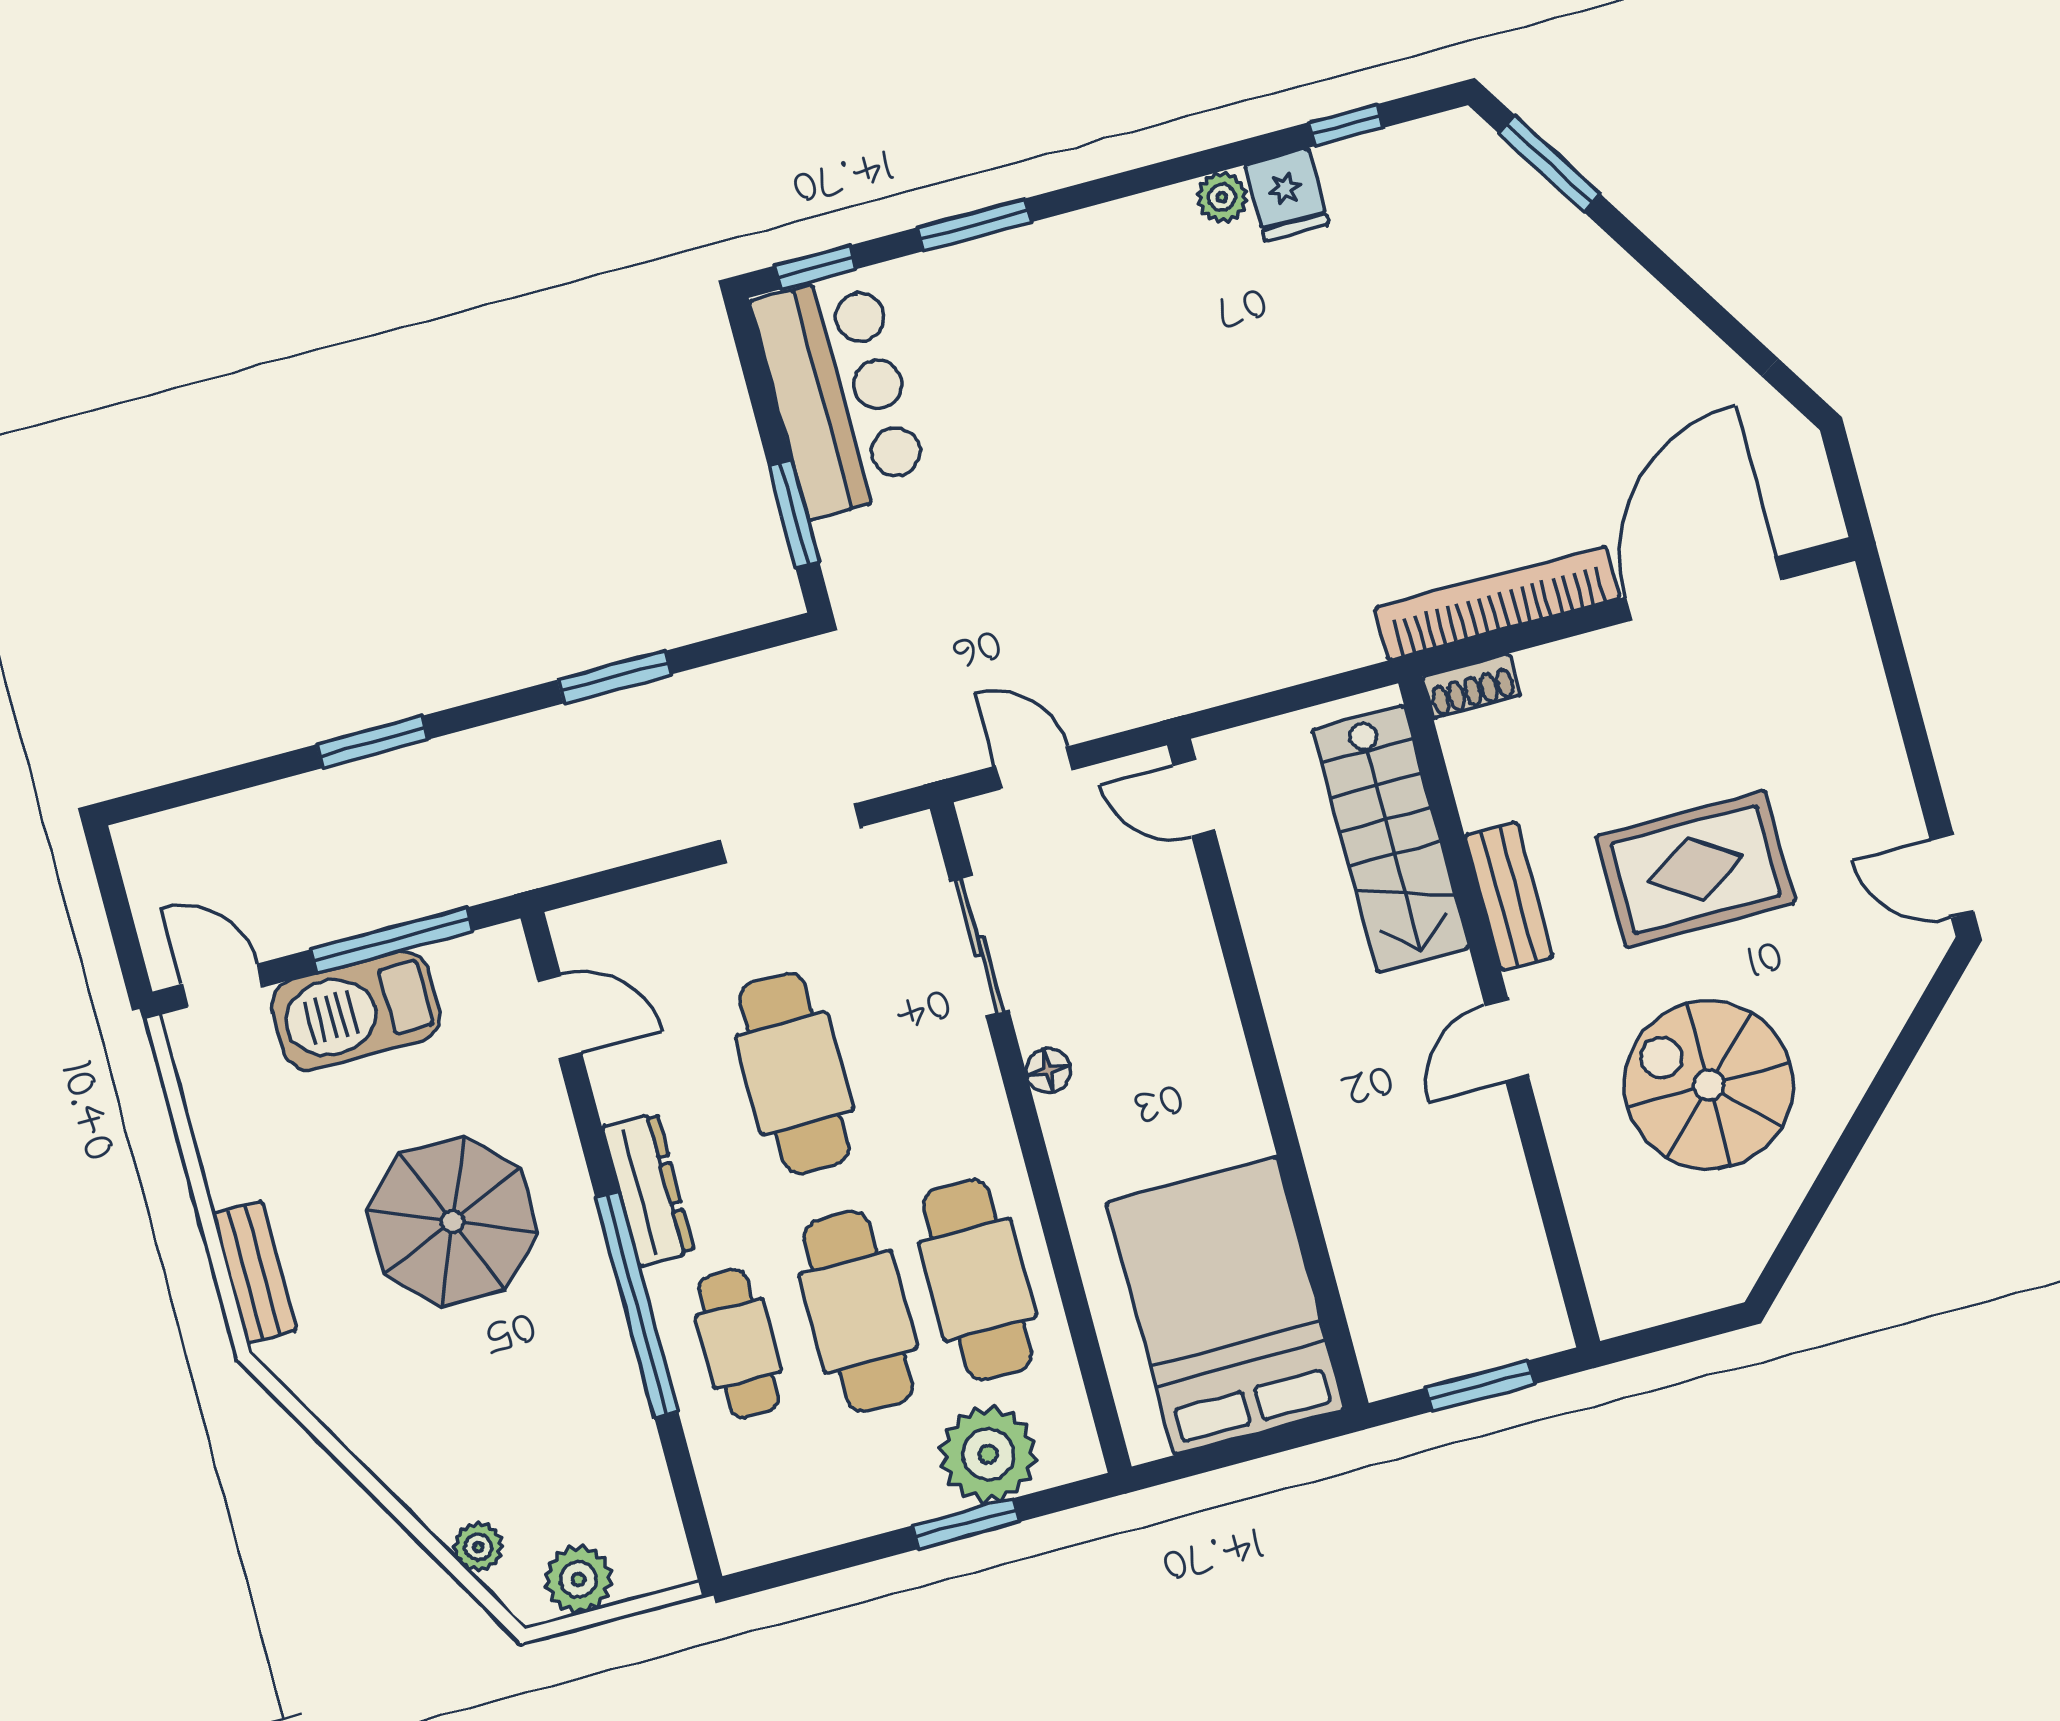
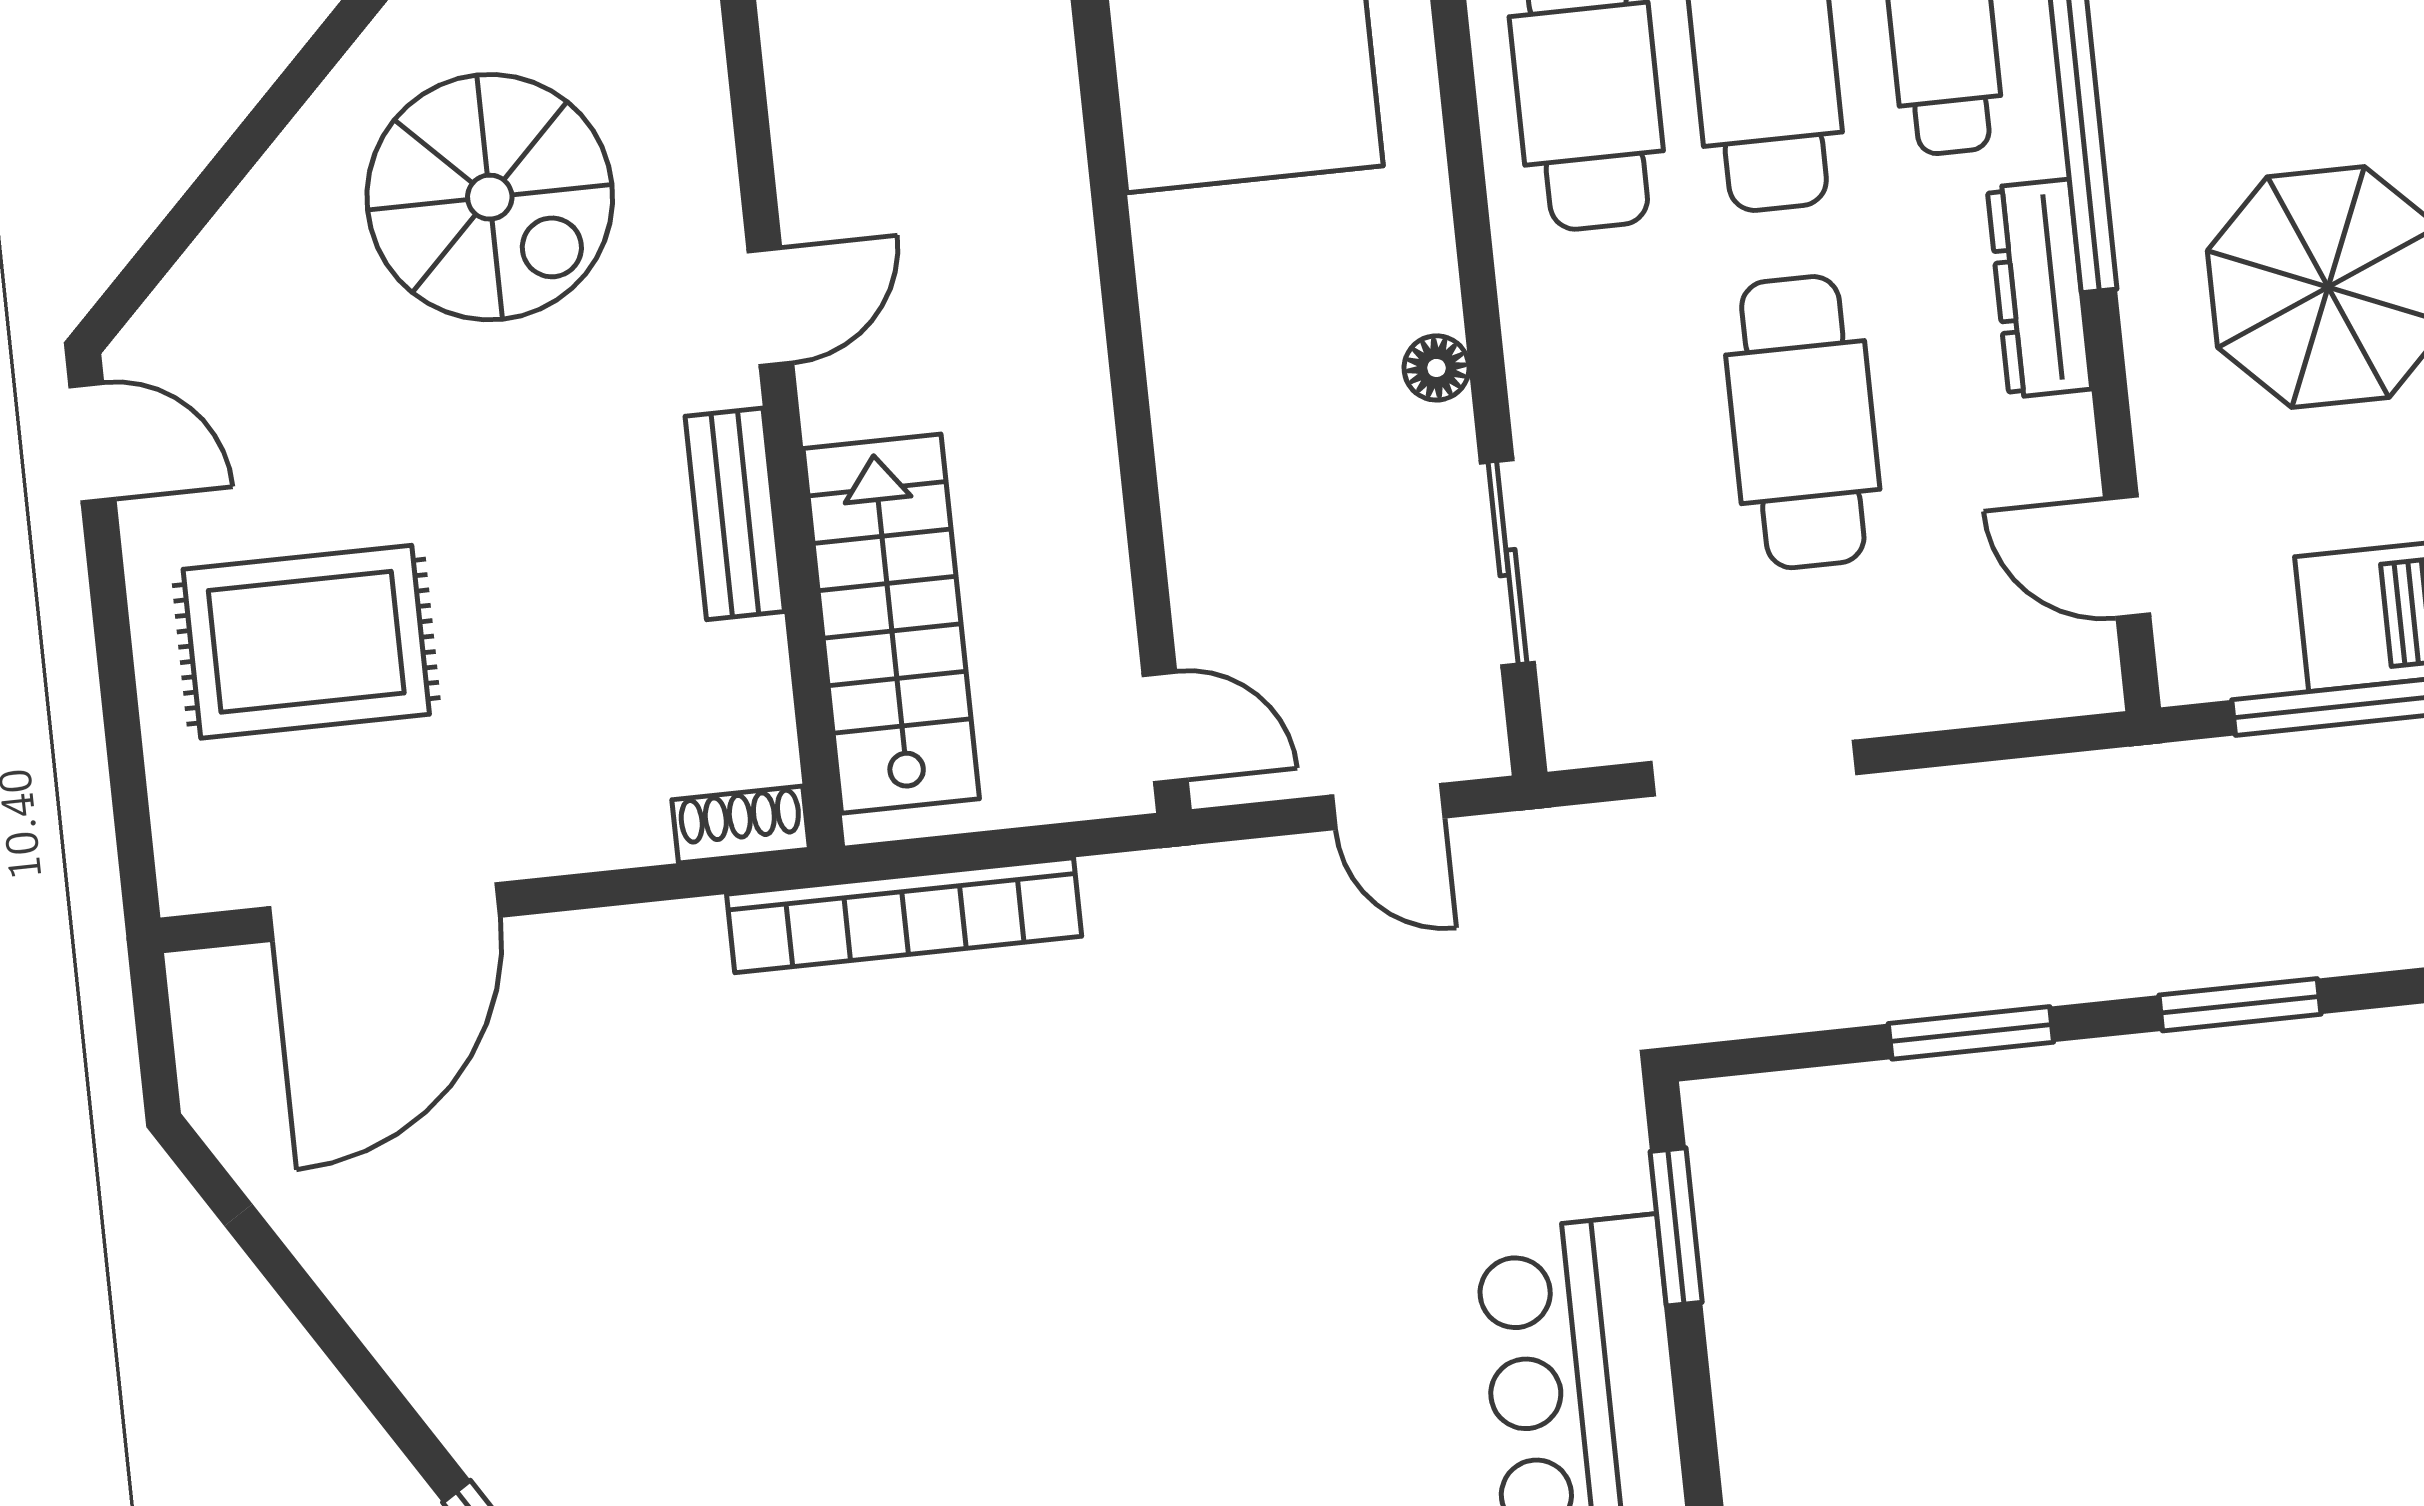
bookcase: (1497, 603) -> (904, 915), moved
window: (372, 742) -> (2240, 1005), moved
rug: (1696, 869) -> (306, 642), moved

